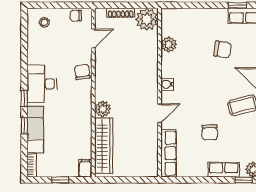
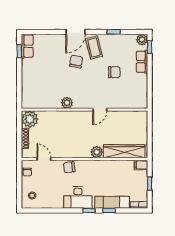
plant: (169, 45) -> (67, 103), moved
chair: (223, 50) -> (76, 62), moved
water cooler: (167, 84) -> (78, 104), removed
door: (159, 113) -> (100, 110), swing flipped
row of seats: (169, 153) -> (130, 103), removed

